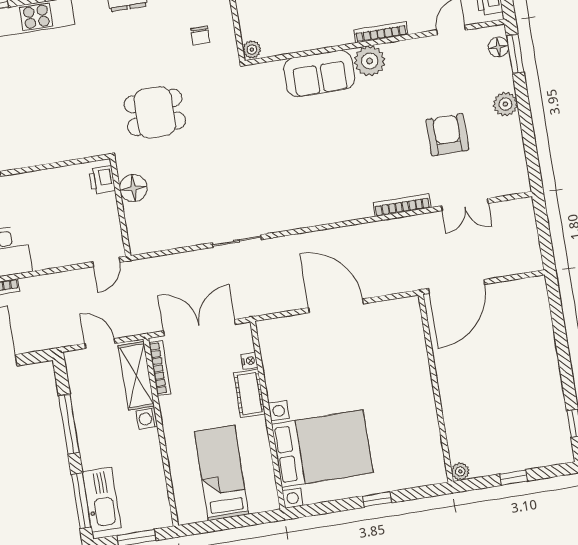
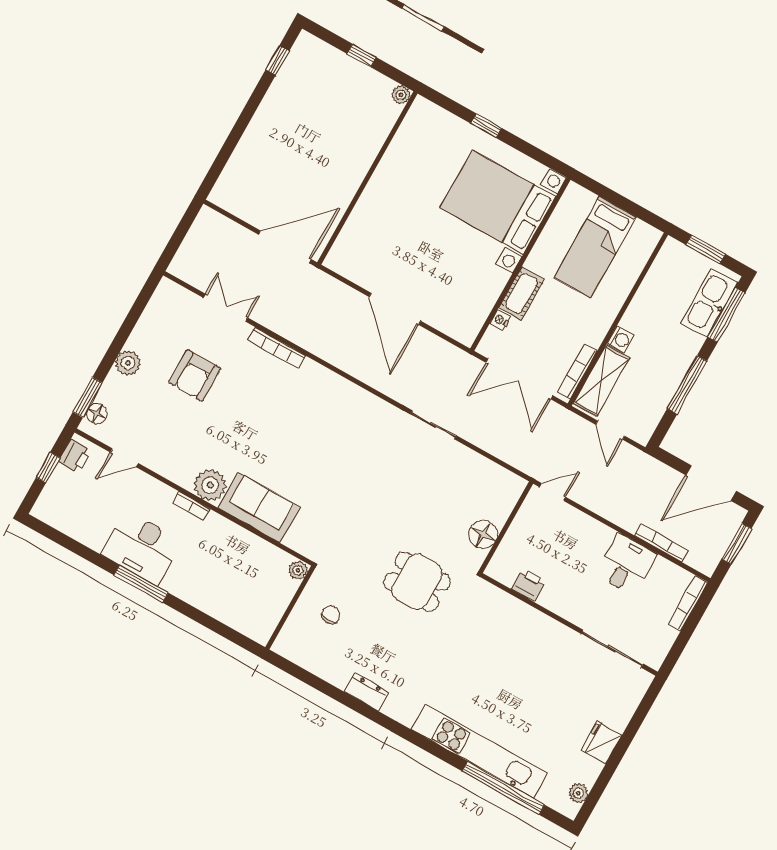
bookcase: (381, 32) -> (191, 506), width x0.64
printer: (102, 180) -> (528, 585), moved, turned -90

